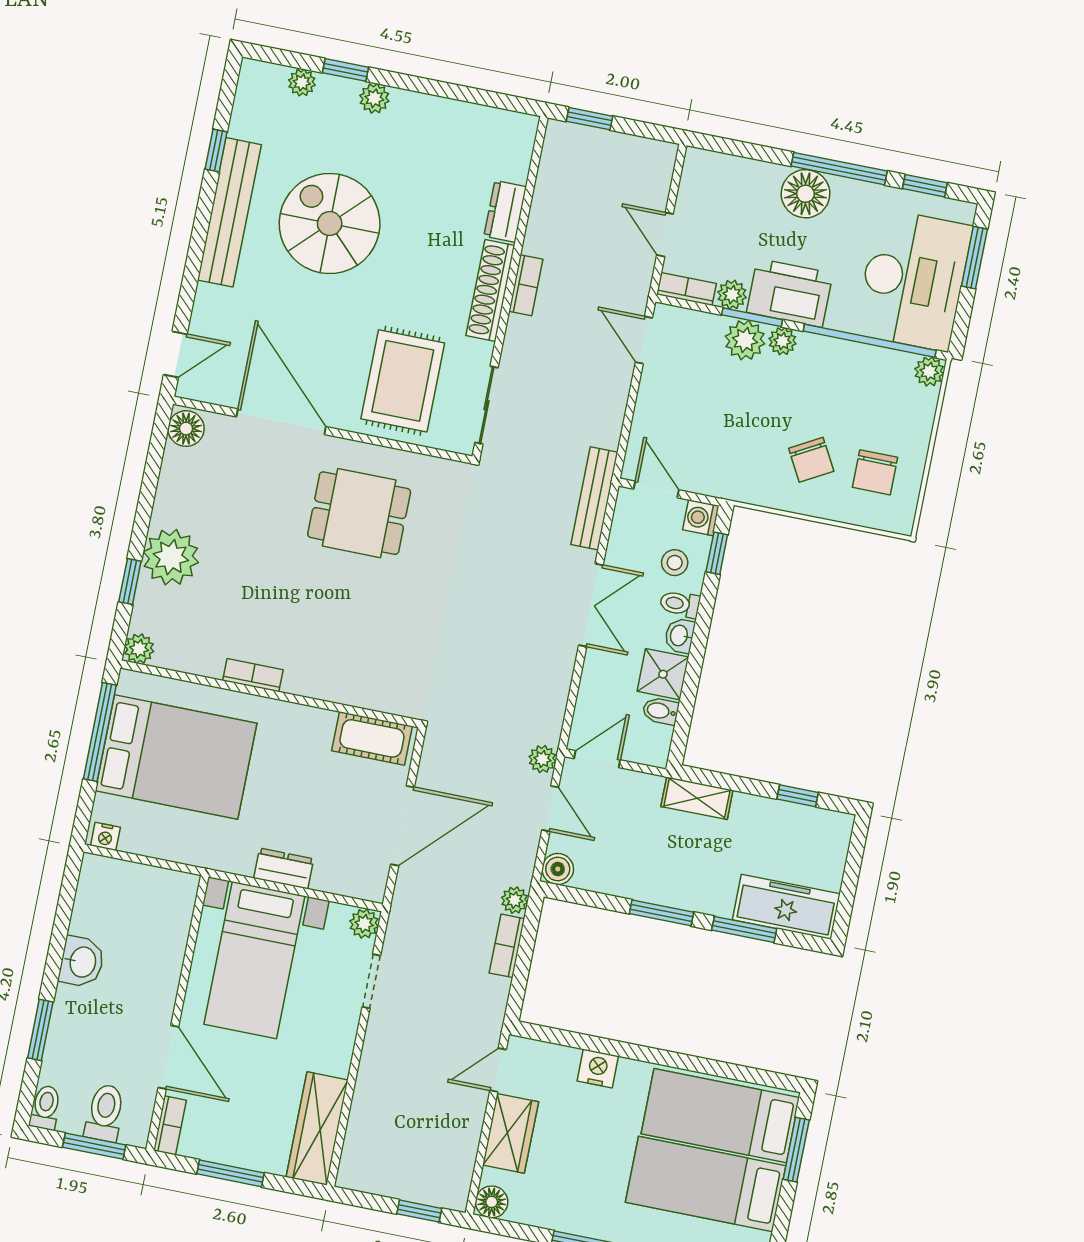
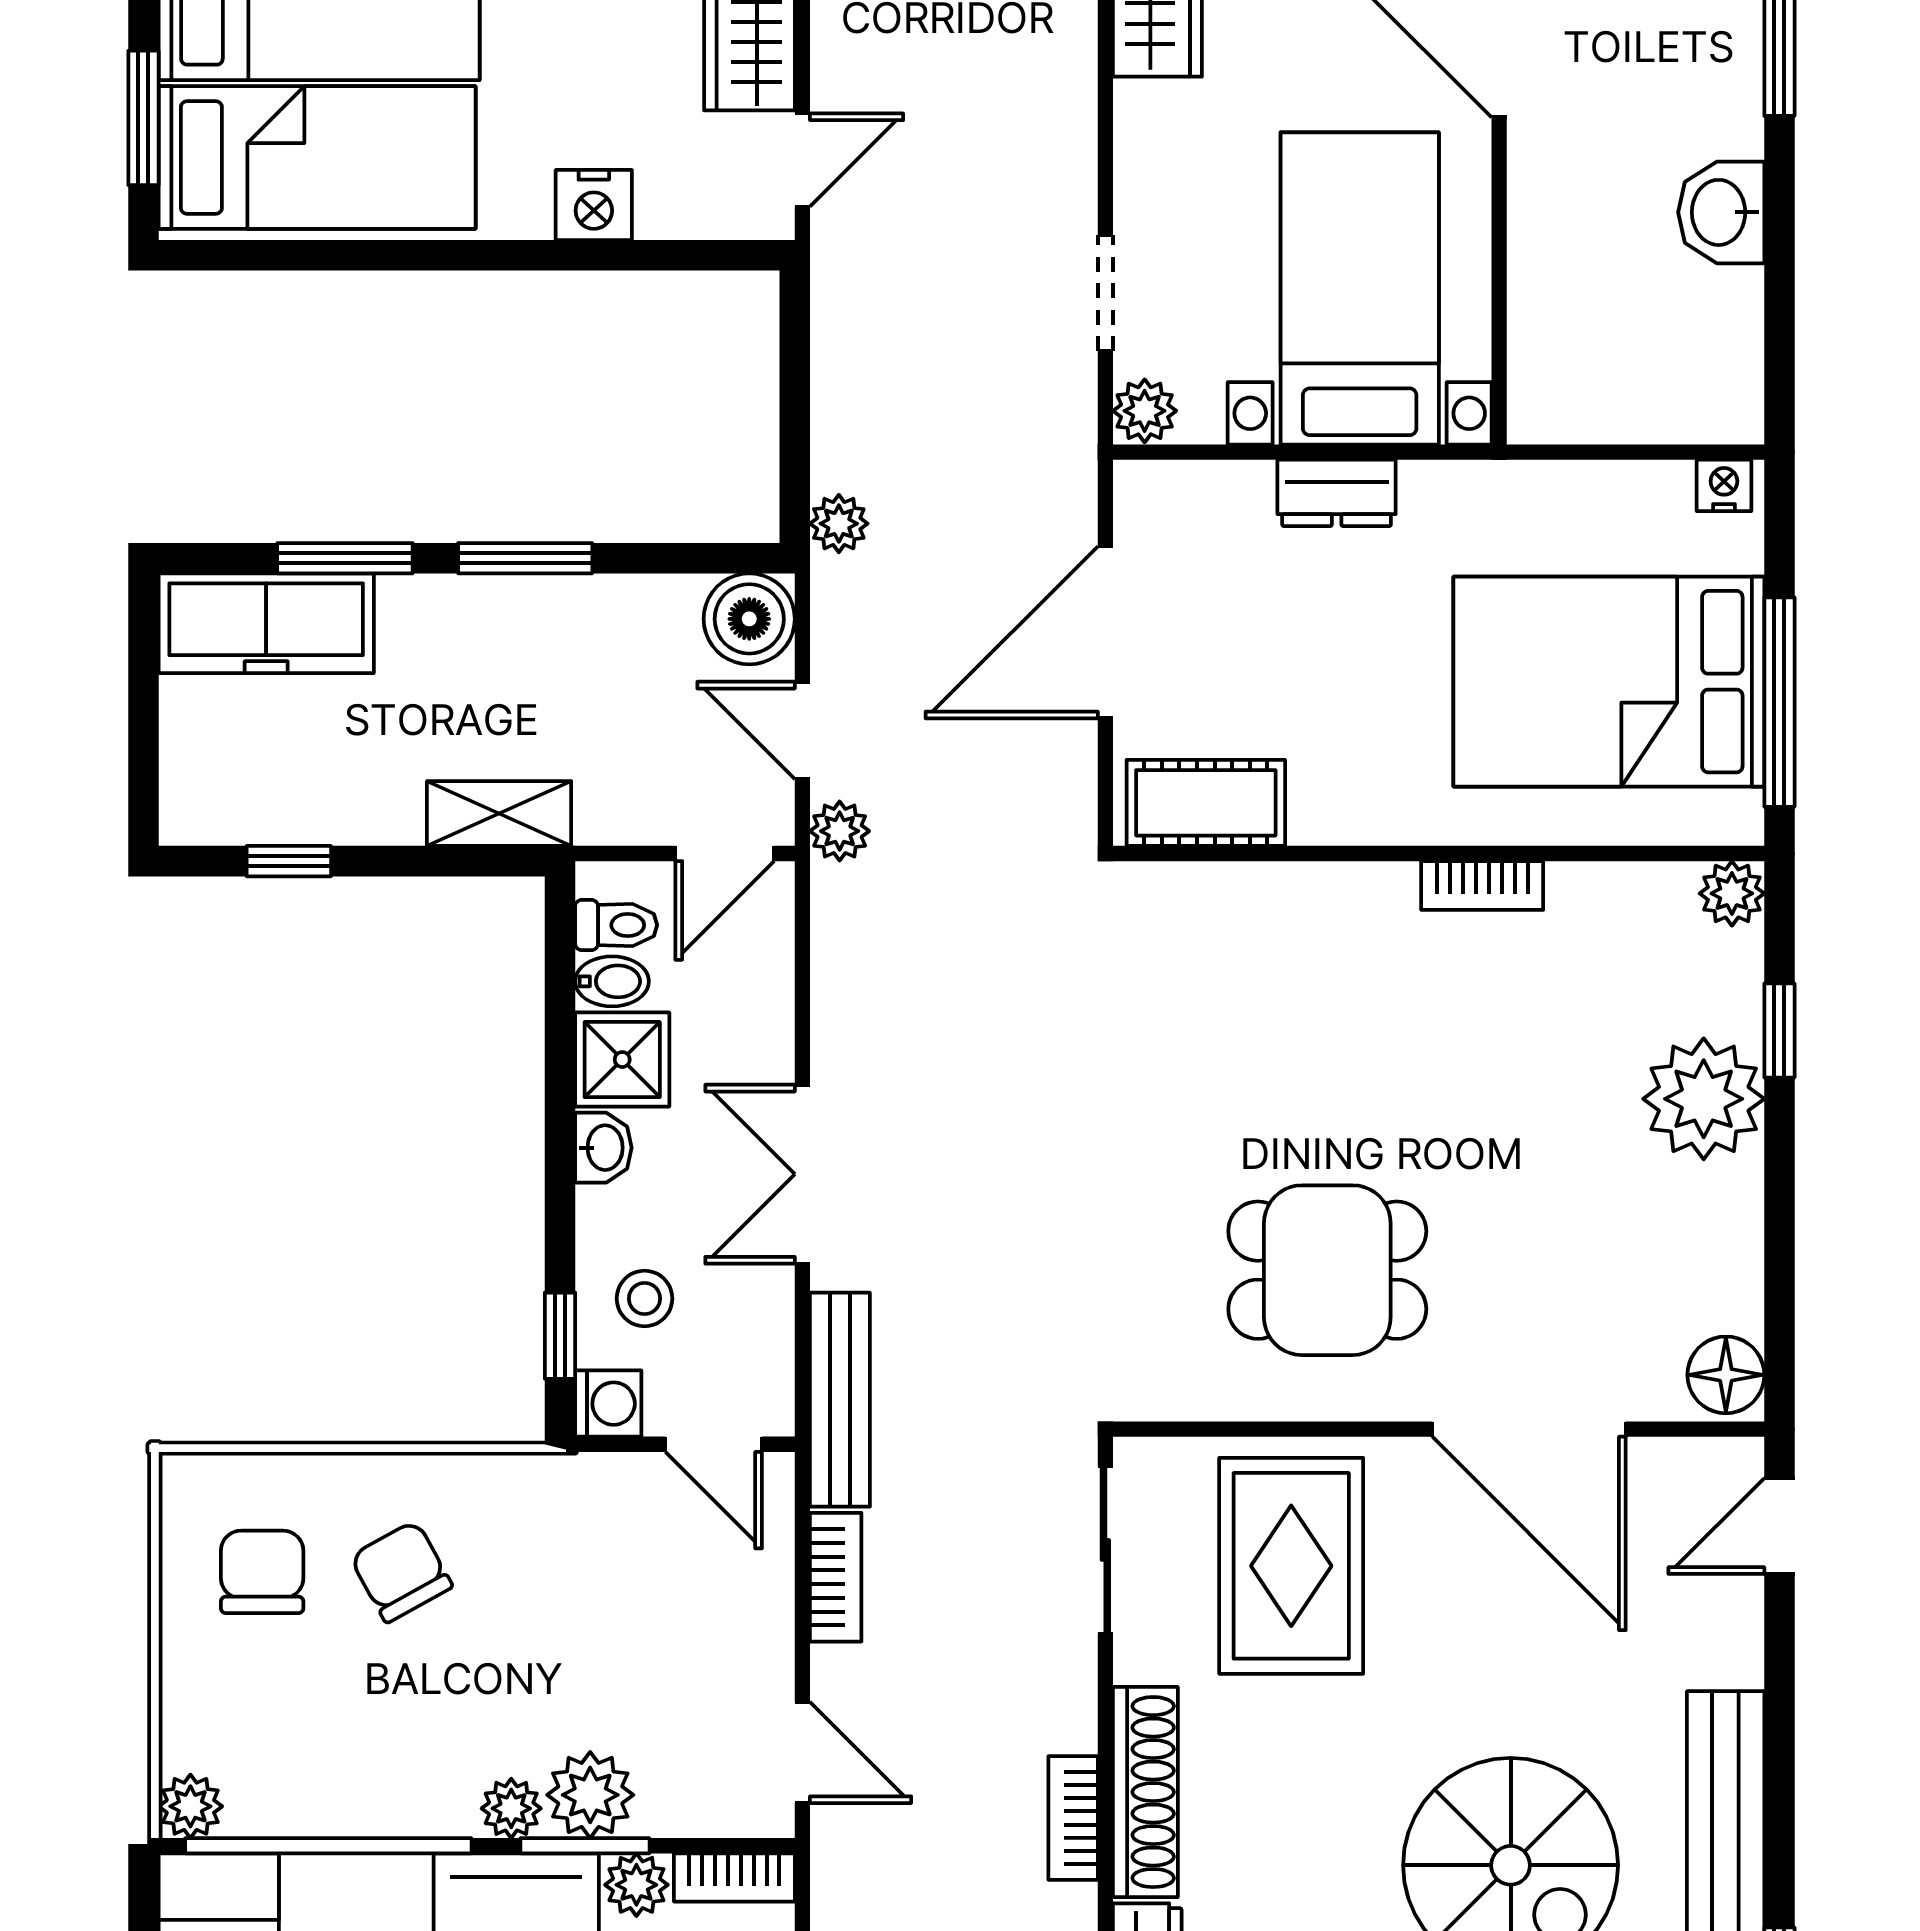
toilet: (680, 604) -> (616, 925), moved
boiler: (558, 869) -> (749, 619), width x1.36, depth x1.36
bookcase: (507, 946) -> (836, 1577), moved

